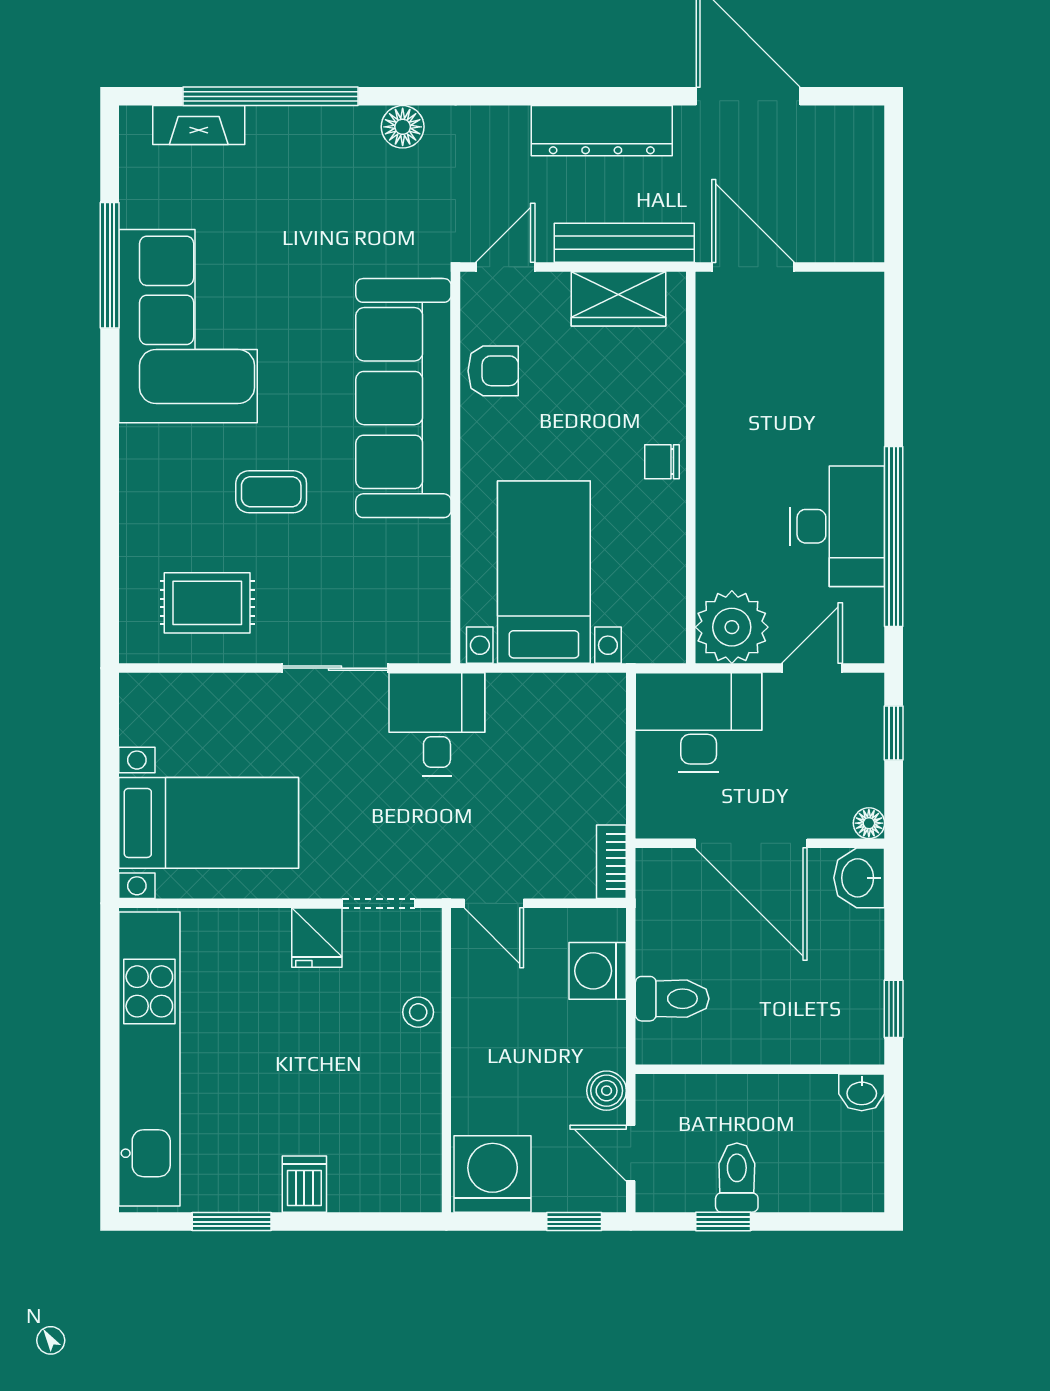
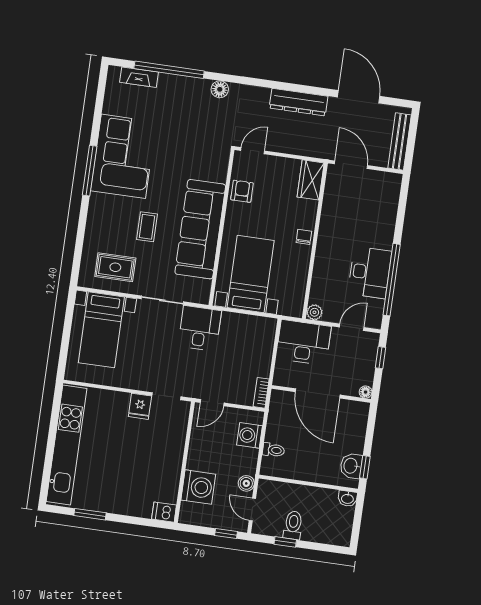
bench: (624, 243) -> (400, 141), moved, turned 90
window: (110, 265) -> (90, 171), moved
wardrobe: (619, 299) -> (311, 180), moved, turned 90
armchair: (493, 371) -> (242, 191), turned -90
sofa: (403, 398) -> (200, 229), moved
chair: (662, 462) -> (304, 237), turned 90
coffee table: (271, 492) -> (147, 227), turned 90
plant: (732, 627) -> (314, 312), width x0.53, depth x0.53
bed with nightstands: (209, 823) -> (101, 330), moved, turned 90
washbasin: (859, 878) -> (351, 466), moved
door: (494, 903) -> (212, 403), hinge flipped
toilet: (672, 999) -> (273, 450), width x0.73, depth x0.72
stool: (418, 1012) -> (176, 442), removed
washing machine: (493, 1174) -> (198, 487), moved, turned 90
dishwasher: (304, 1184) -> (164, 512), moved, turned -90

